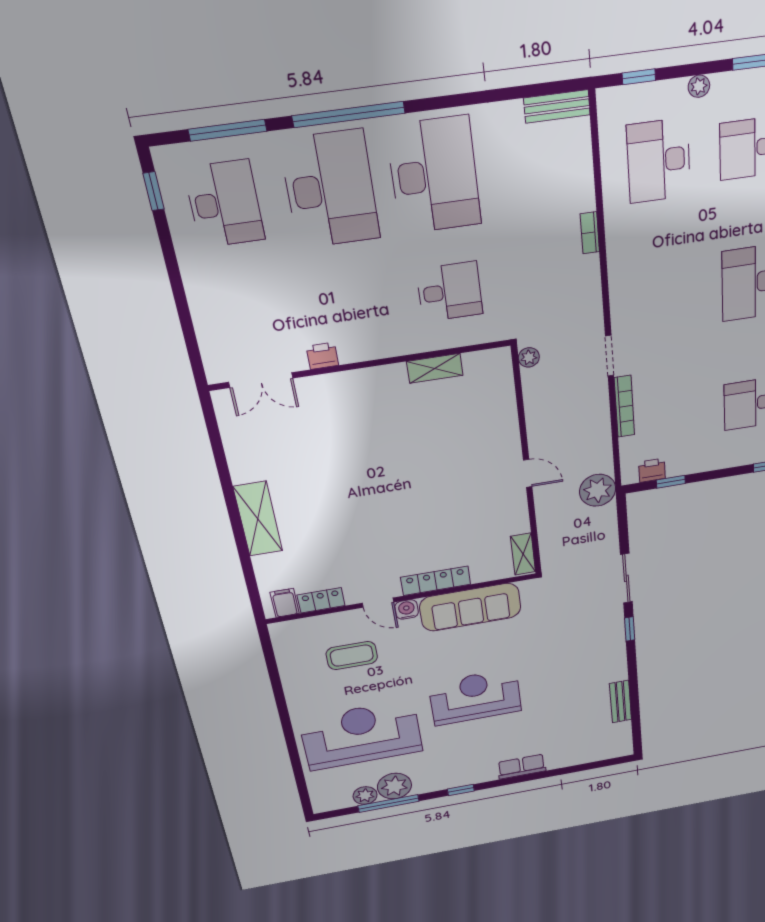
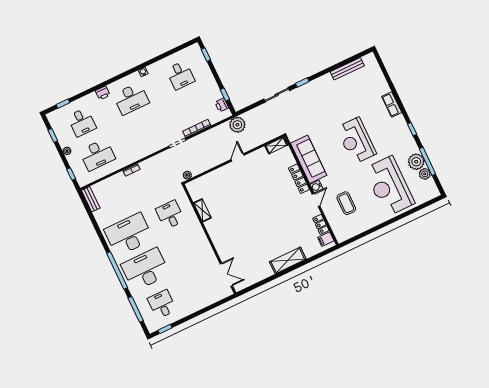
desk: (224, 204) -> (162, 304), width x0.73
printer: (322, 356) -> (210, 254), removed
bench: (621, 702) -> (347, 69), width x1.36

